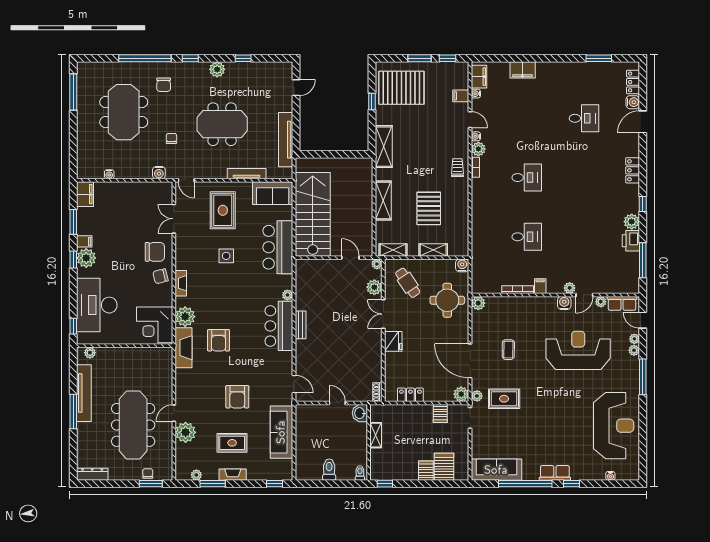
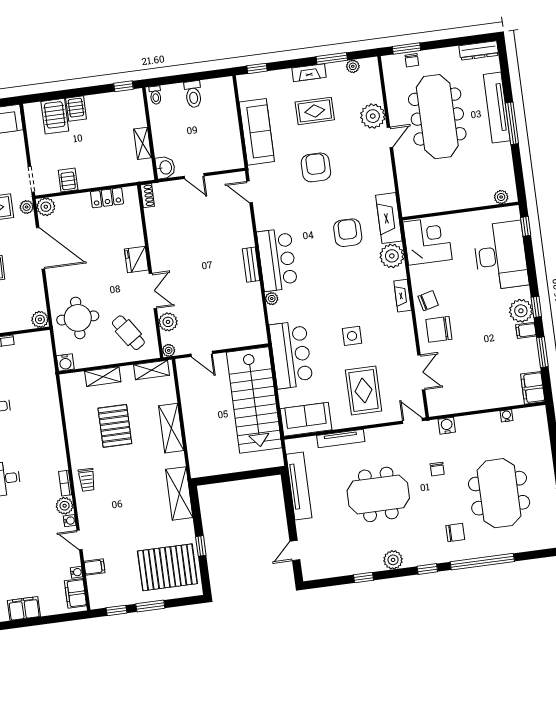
chair: (164, 85) -> (455, 533), turned 90
tv unit: (84, 393) -> (497, 108), moved

